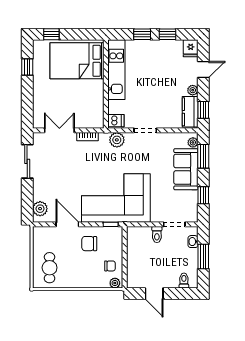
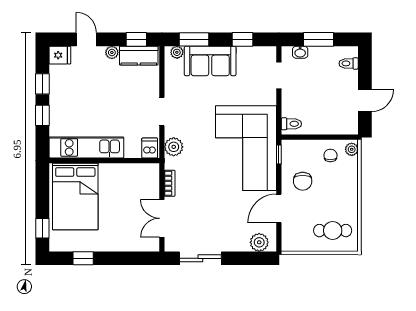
toilet: (157, 235) -> (291, 124), moved

